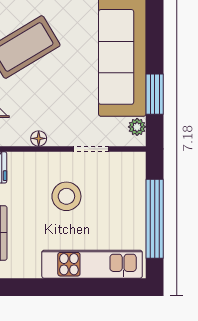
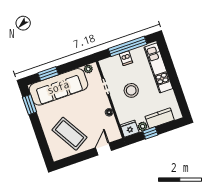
window: (155, 94) -> (48, 74), moved
dishwasher: (133, 208) -> (126, 58), added

